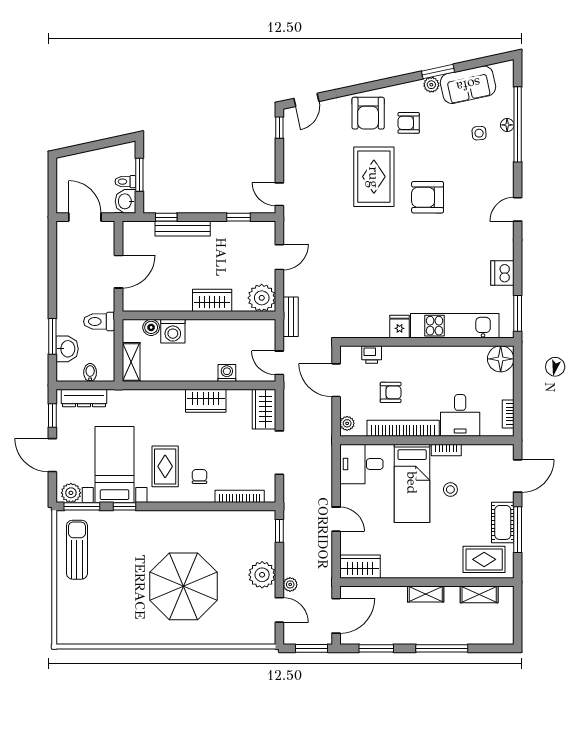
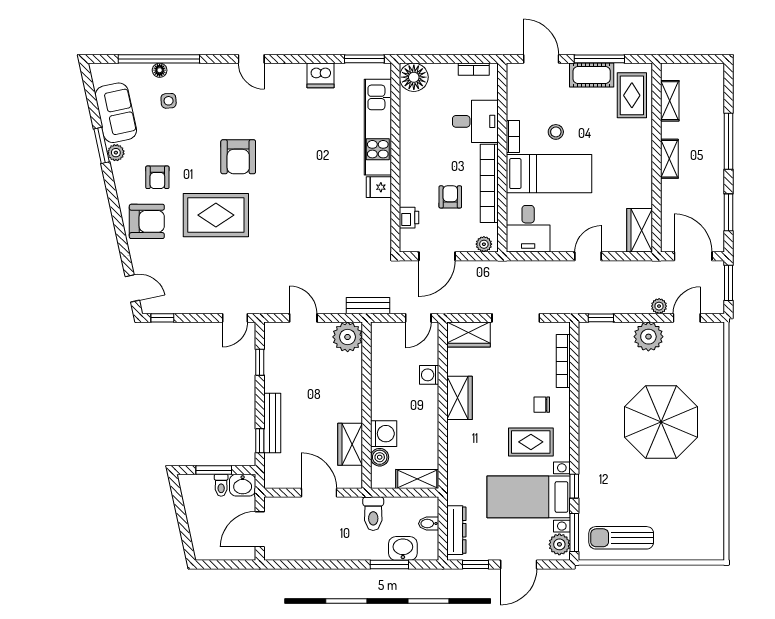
wardrobe: (212, 300) -> (350, 444), moved

